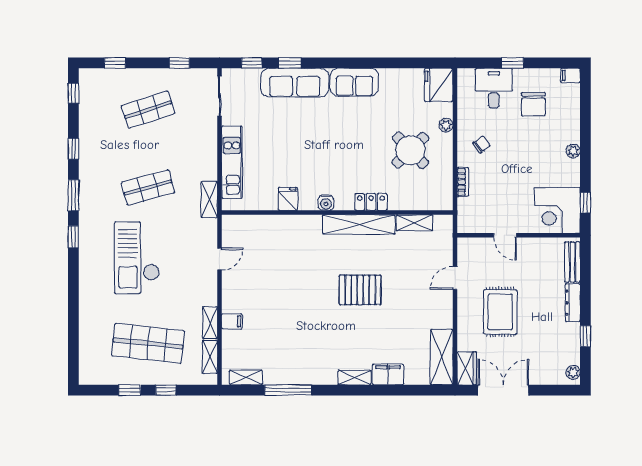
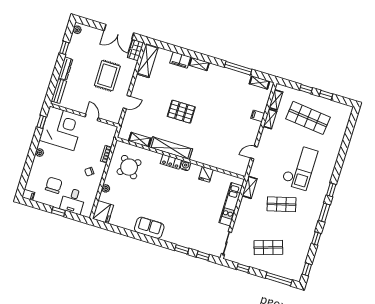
window: (115, 63) -> (279, 279), width x2.17
sofa: (295, 83) -> (182, 238), removed
round table: (410, 150) -> (129, 167), moved
locker: (371, 202) -> (171, 162), moved
corner desk: (557, 210) -> (62, 128), width x1.36, depth x1.36

